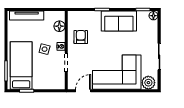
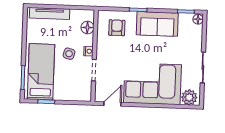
armchair: (81, 37) -> (117, 28), moved

